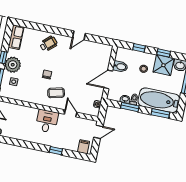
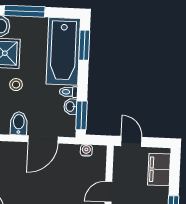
door: (108, 79) -> (43, 139), hinge flipped
window: (130, 107) -> (81, 115), moved
filing cabinet: (84, 147) -> (159, 170), width x2.00

